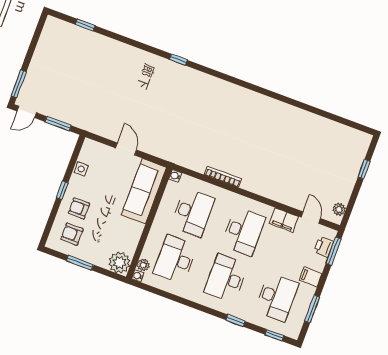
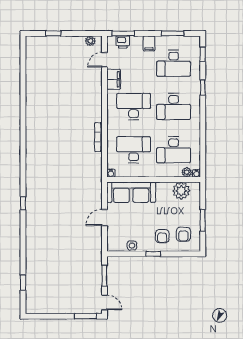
plant: (119, 263) -> (181, 191), moved
desk: (277, 297) -> (174, 63), turned 180

